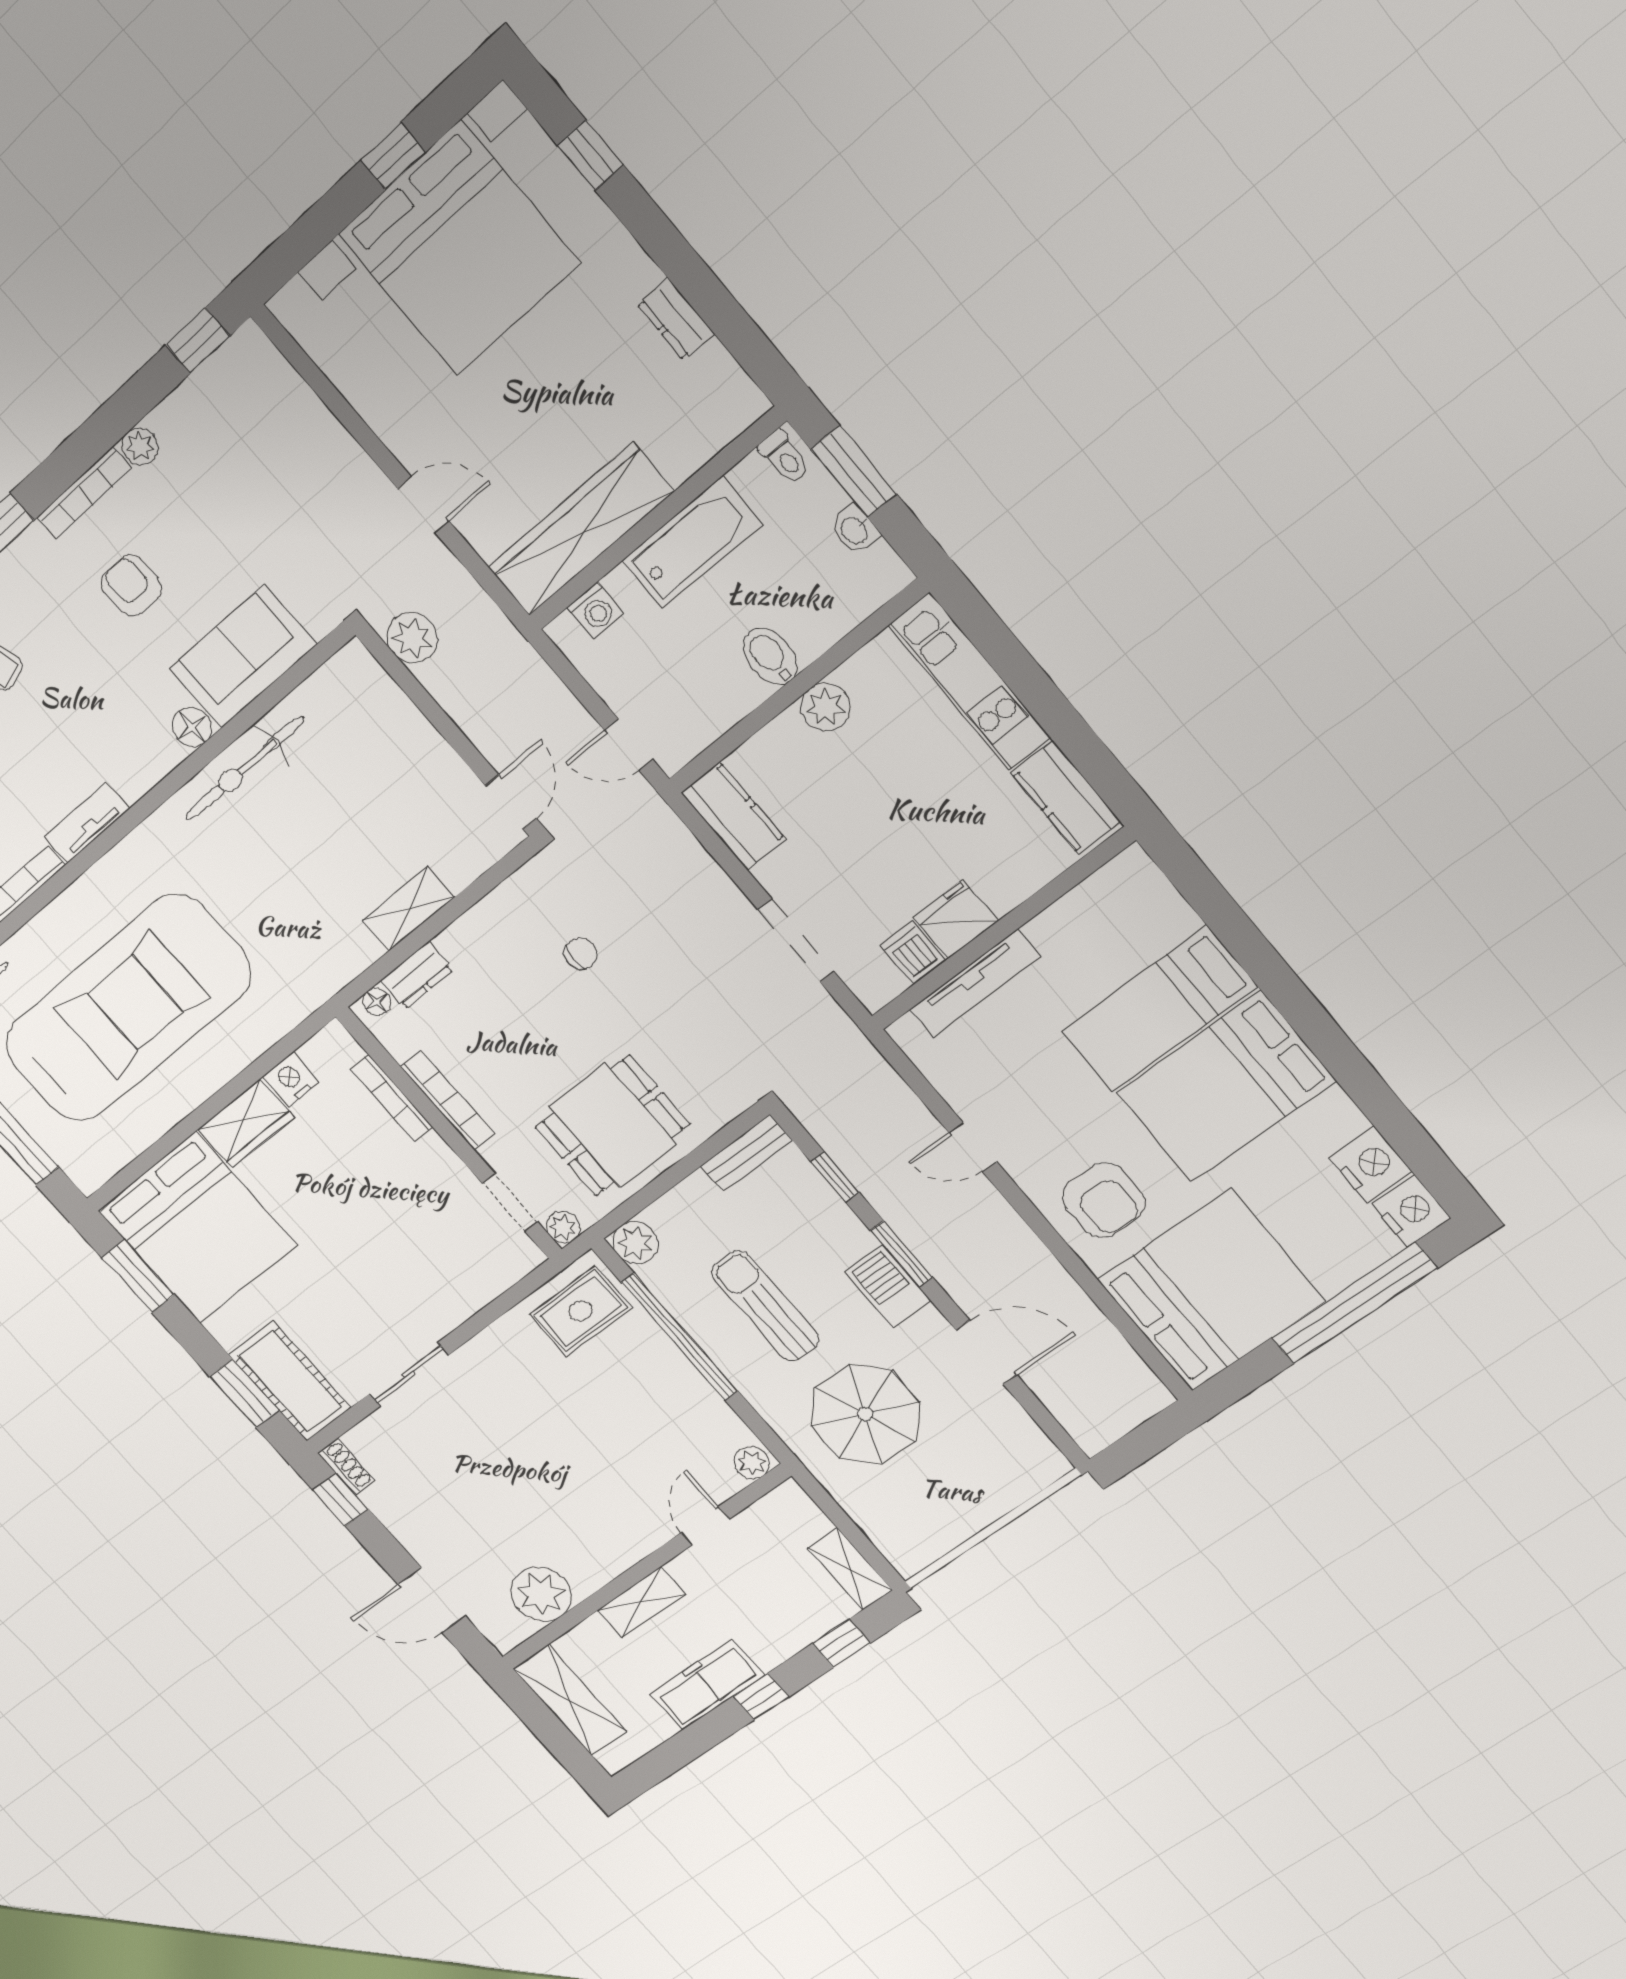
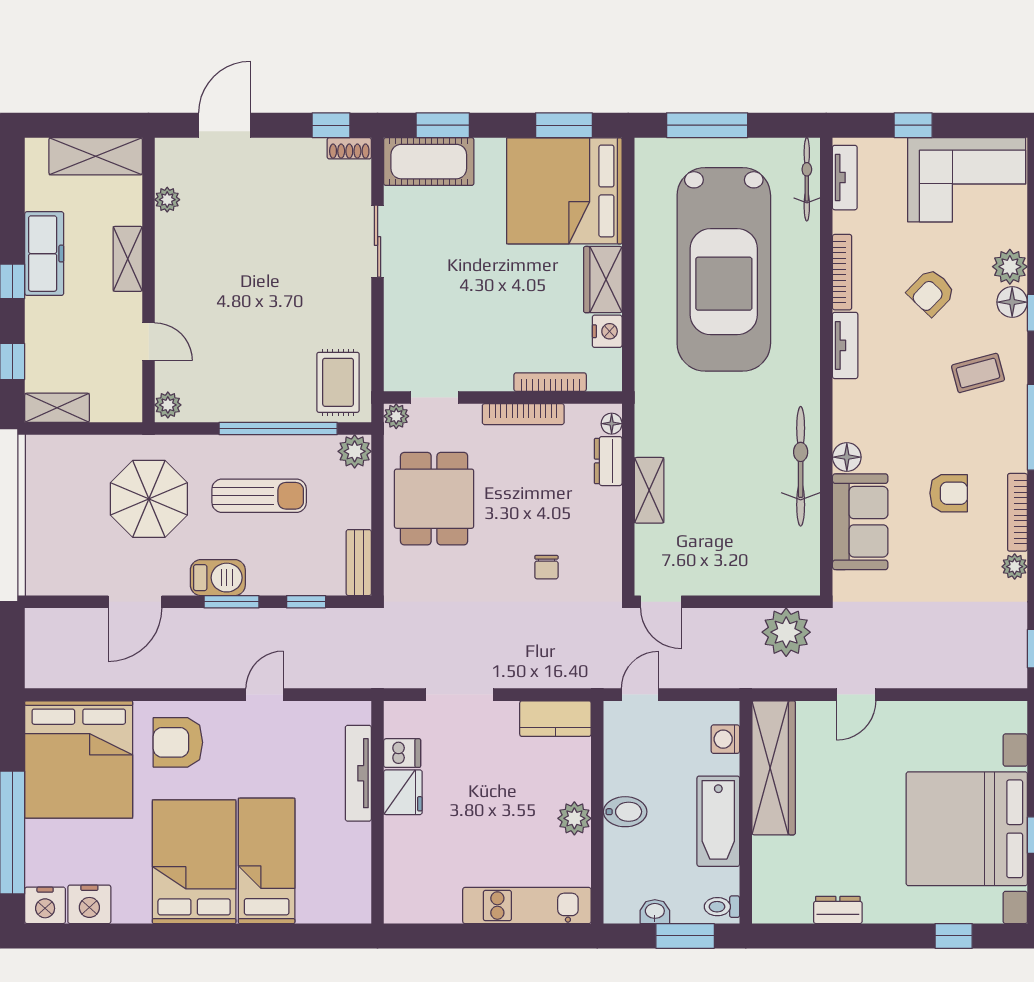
plant: (412, 638) -> (786, 632), width x1.36, depth x1.36
kitchen counter: (1066, 797) -> (424, 905), removed
plant: (541, 1594) -> (167, 200), width x0.53, depth x0.53

